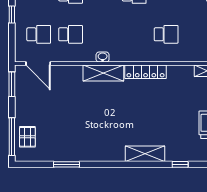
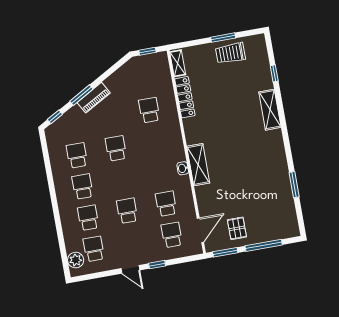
locker: (146, 72) -> (185, 97), moved
window: (12, 137) -> (264, 245), moved
pallet: (27, 137) -> (237, 228), moved, turned 90

